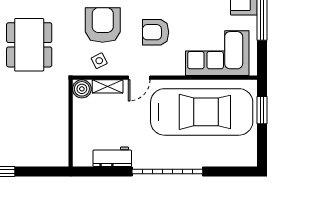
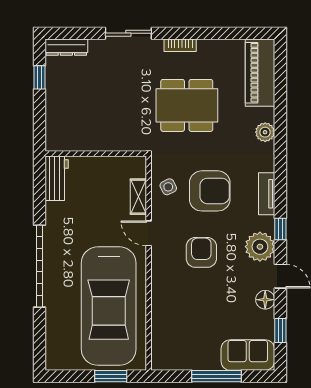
corner sofa: (217, 53) -> (177, 324), removed
boiler: (82, 89) -> (136, 167), removed
workbench: (112, 157) -> (57, 178), moved

